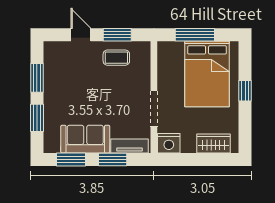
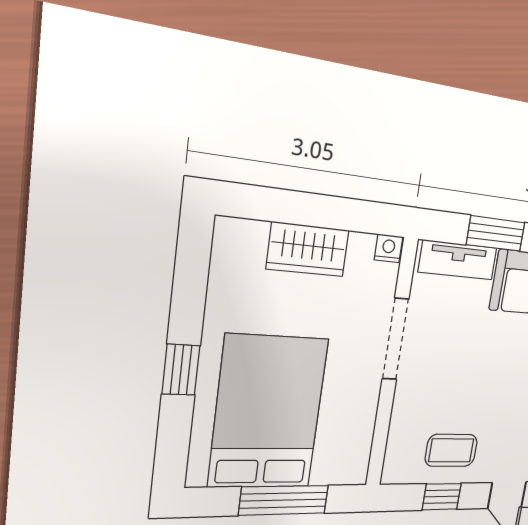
window: (117, 35) -> (442, 497), width x0.67
nightstand: (169, 143) -> (389, 248), width x0.53, depth x0.56
wardrobe: (213, 144) -> (308, 249), moved

